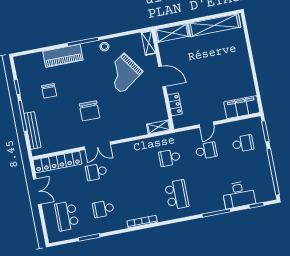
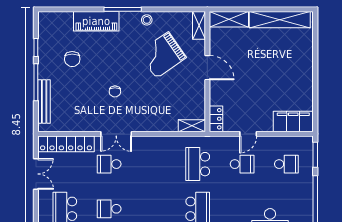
locker: (175, 104) -> (216, 119), moved
chair: (89, 111) -> (115, 91), width x0.54, depth x0.54
school desk: (170, 158) -> (198, 164), width x1.85

